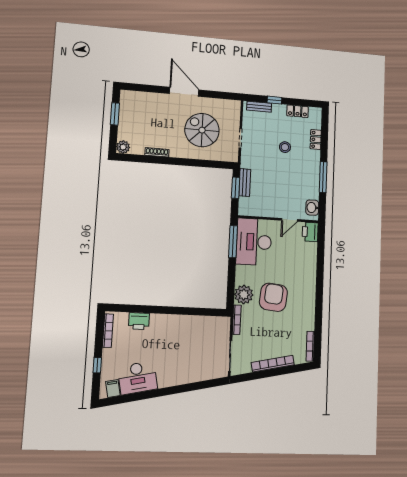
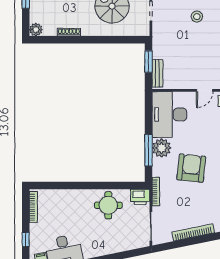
bench: (245, 183) -> (157, 73), moved
window: (233, 242) -> (149, 150), moved
plant: (244, 295) -> (162, 148), moved
printer: (139, 321) -> (140, 197), moved
round table: (187, 332) -> (108, 205), added

